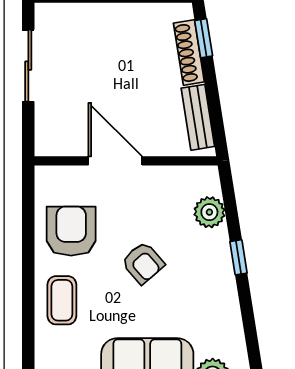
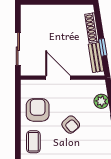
window: (204, 38) -> (103, 47), moved
sliding door: (28, 66) -> (18, 49), moved

